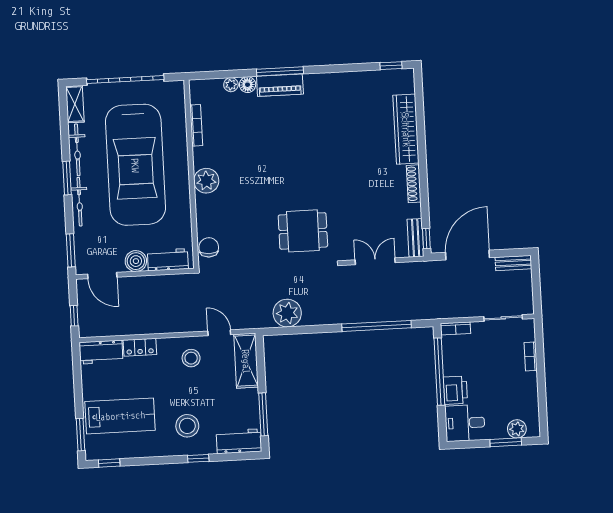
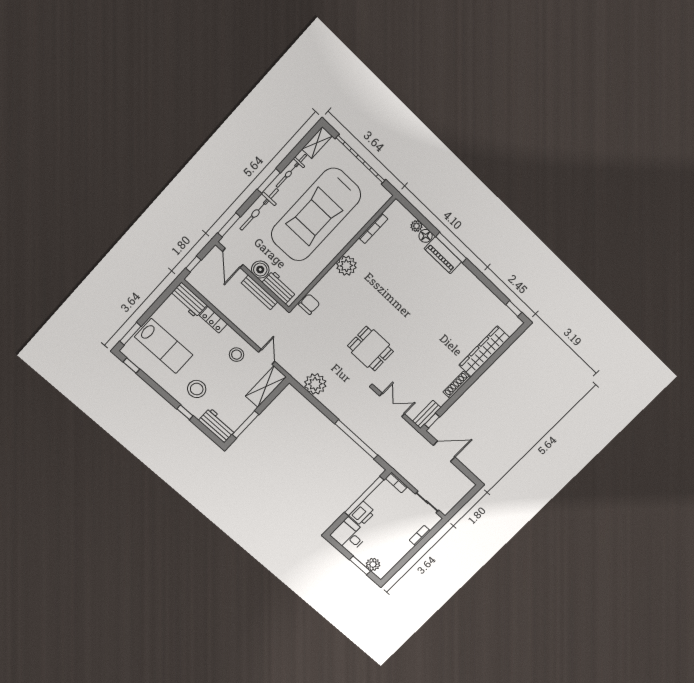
bicycle: (79, 202) -> (259, 209), width x1.37, depth x1.40
door: (468, 255) -> (444, 451), width x0.73
bench: (513, 263) -> (259, 292), moved, width x1.36

